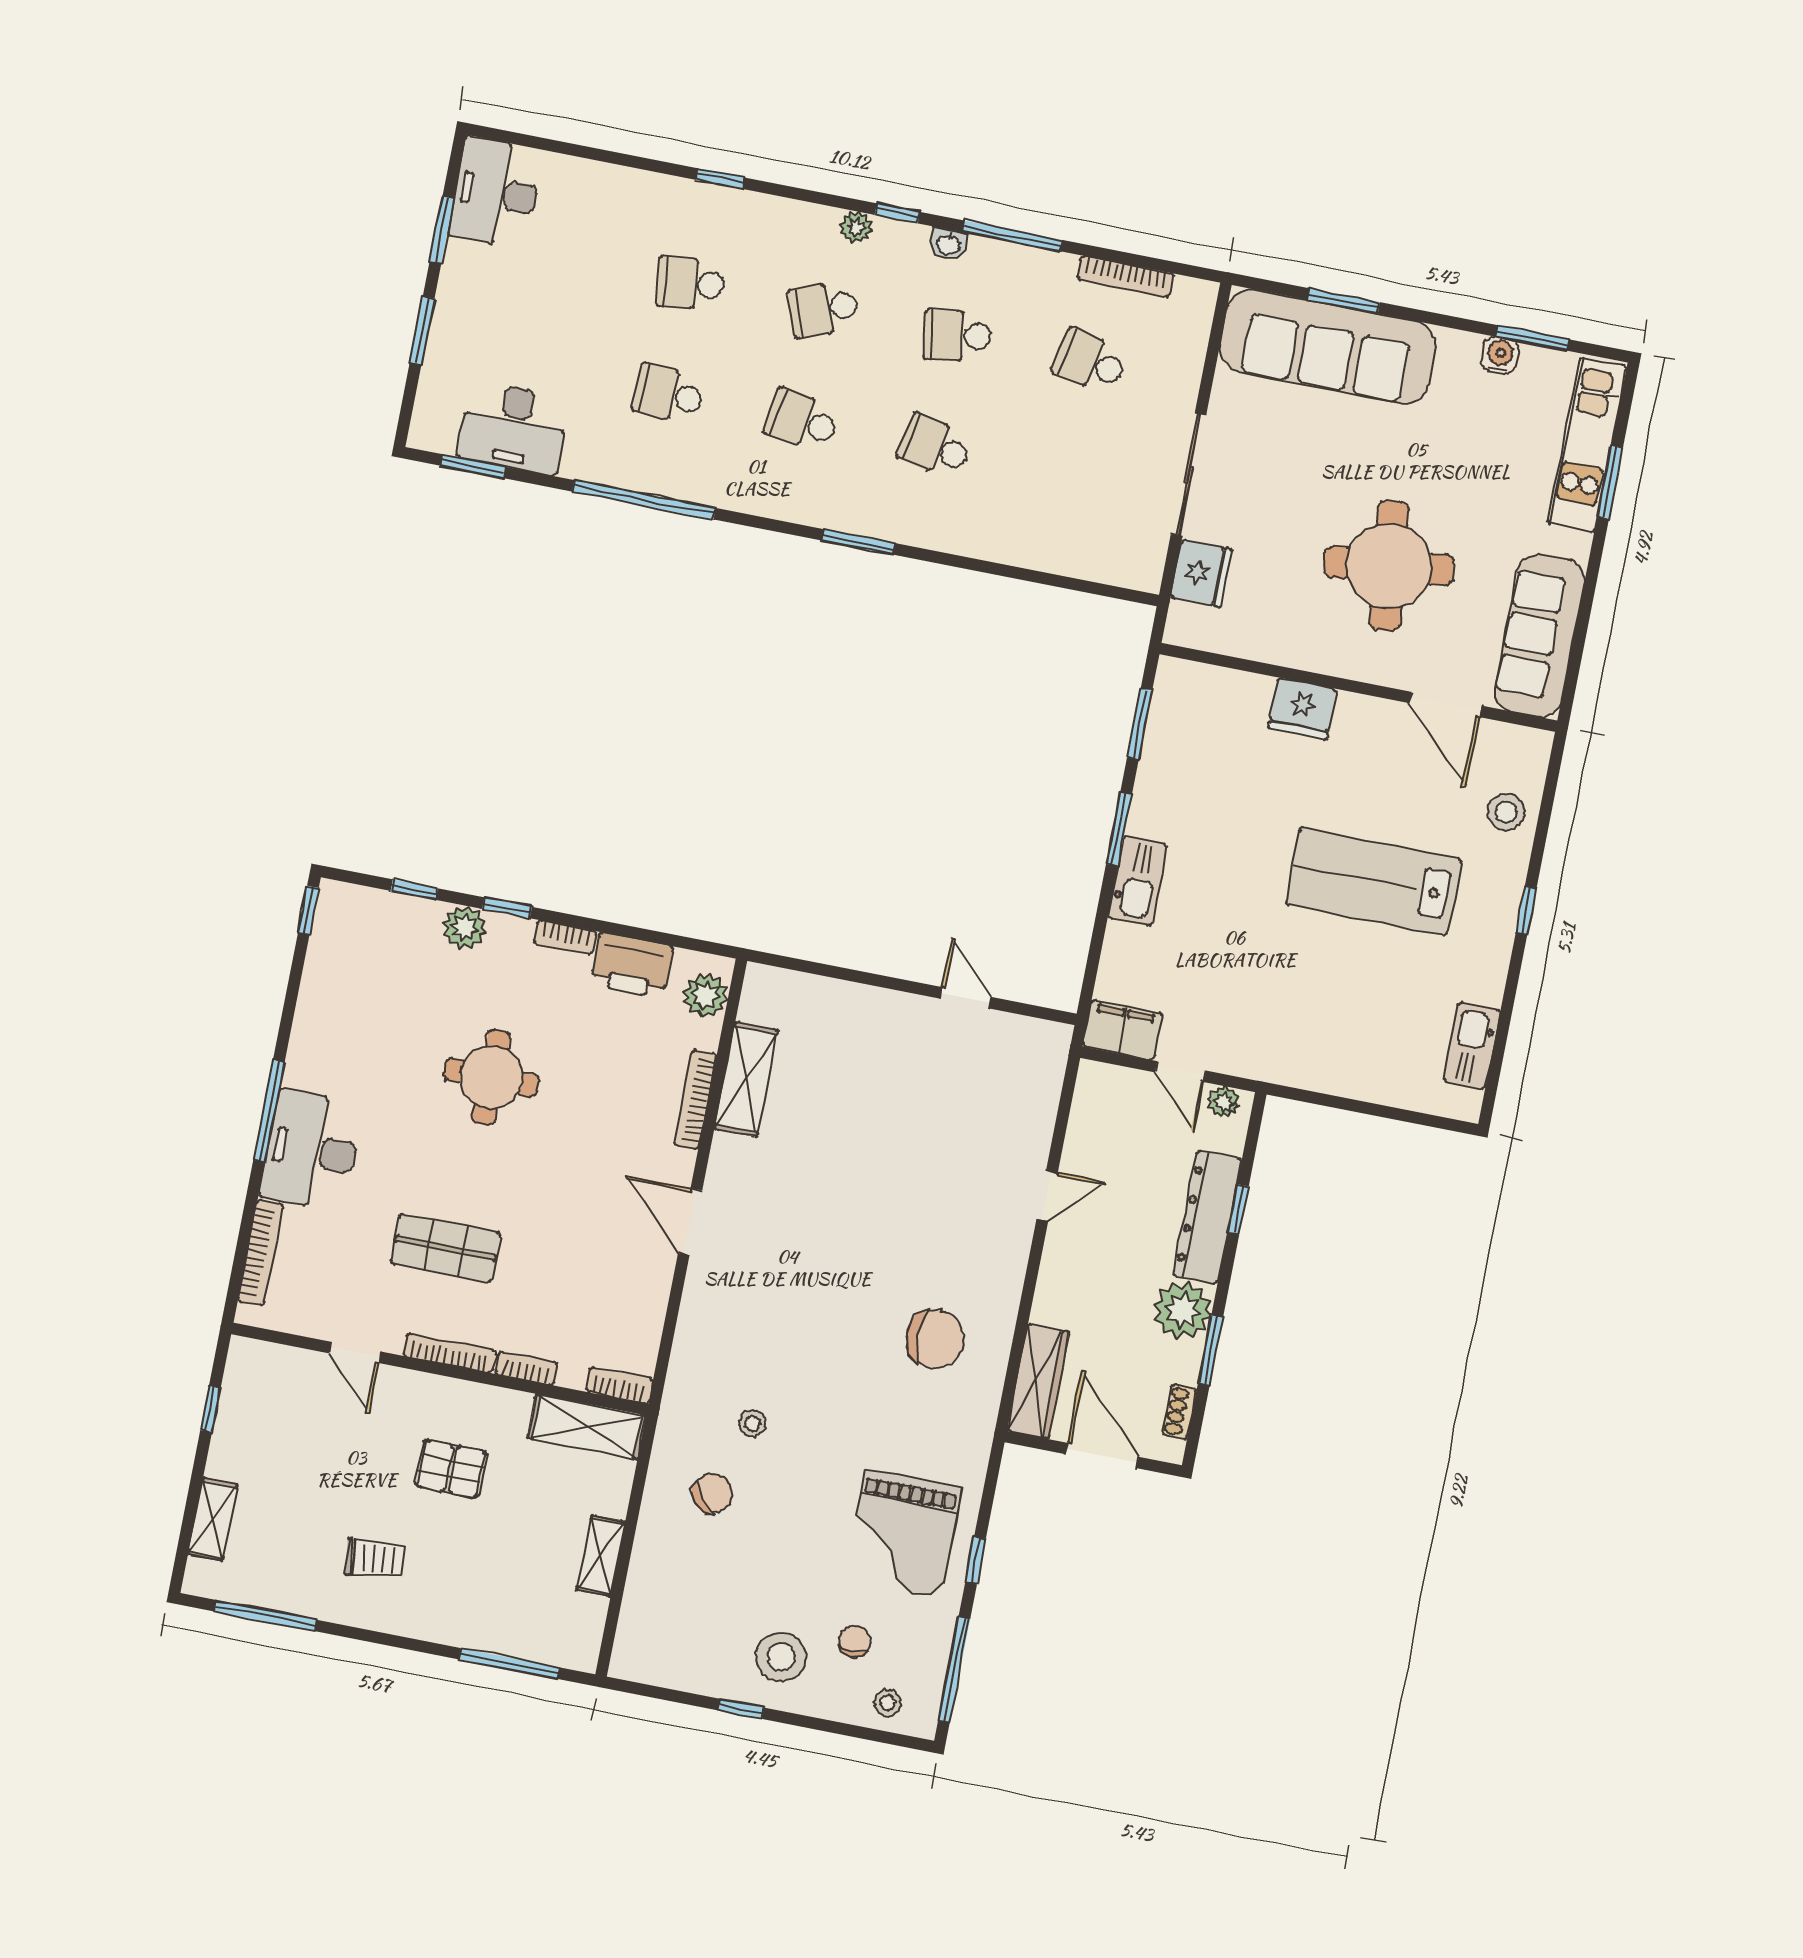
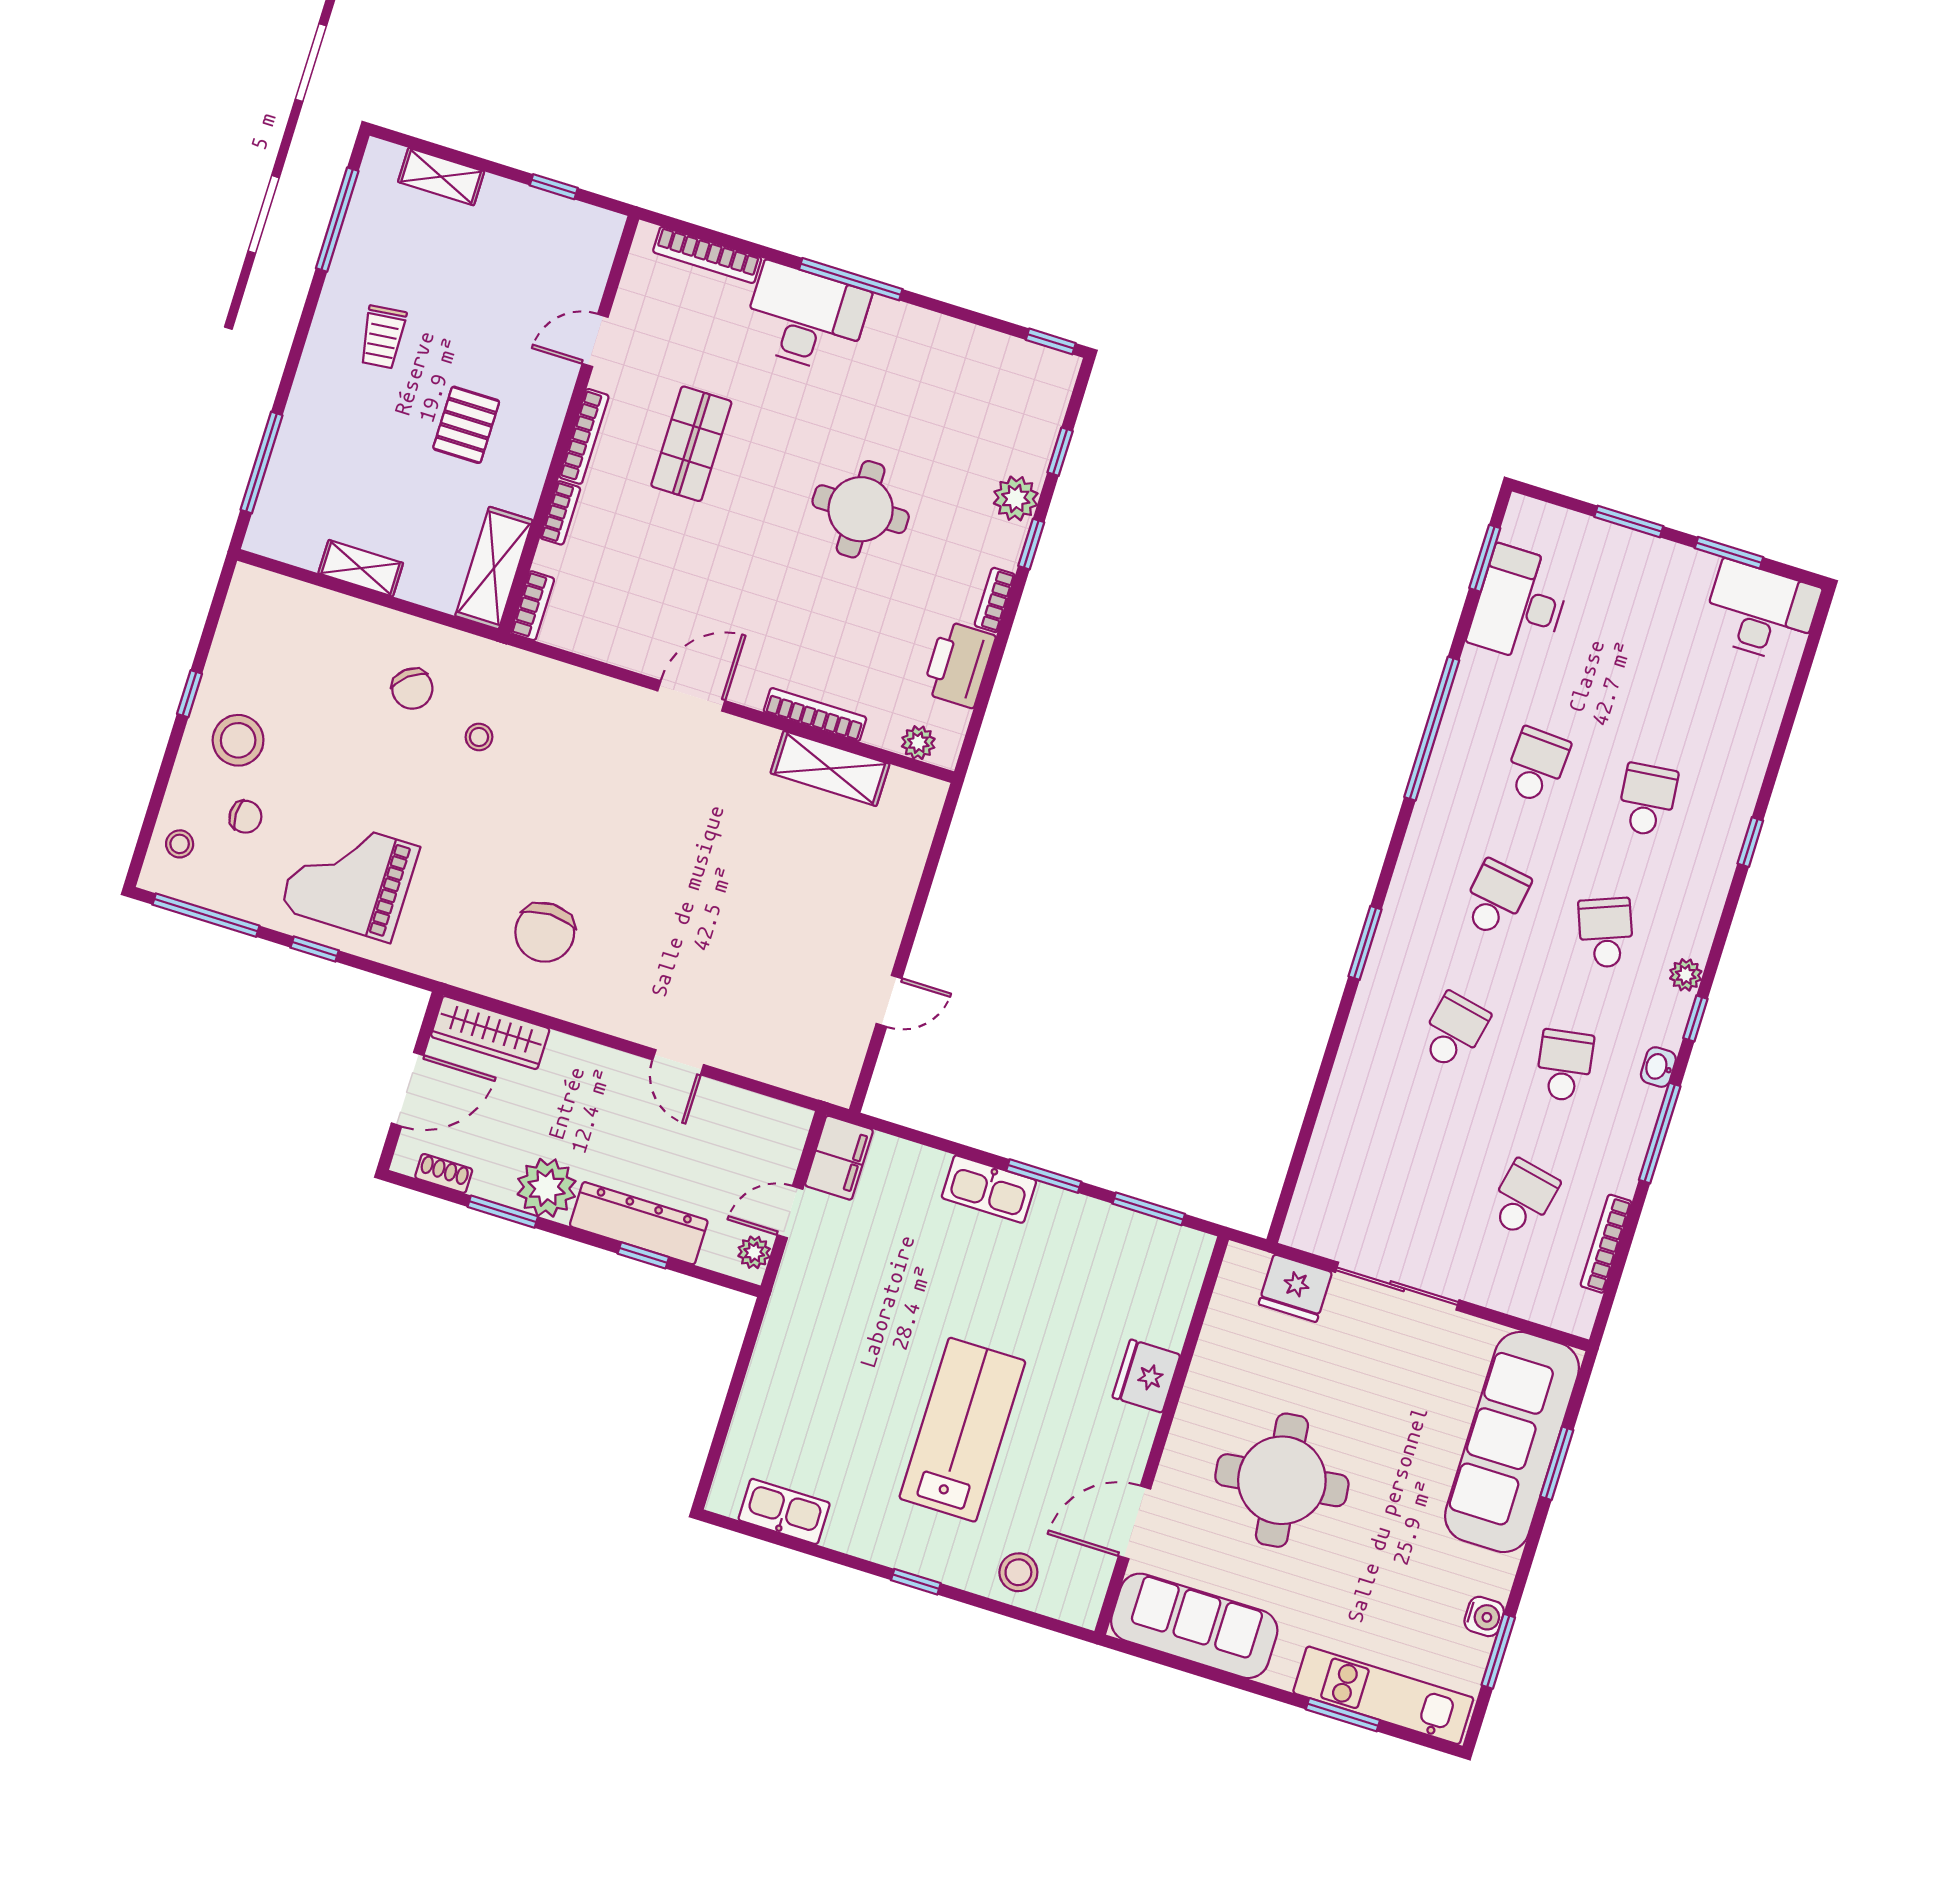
plant: (705, 995) -> (918, 743), width x0.73, depth x0.73

